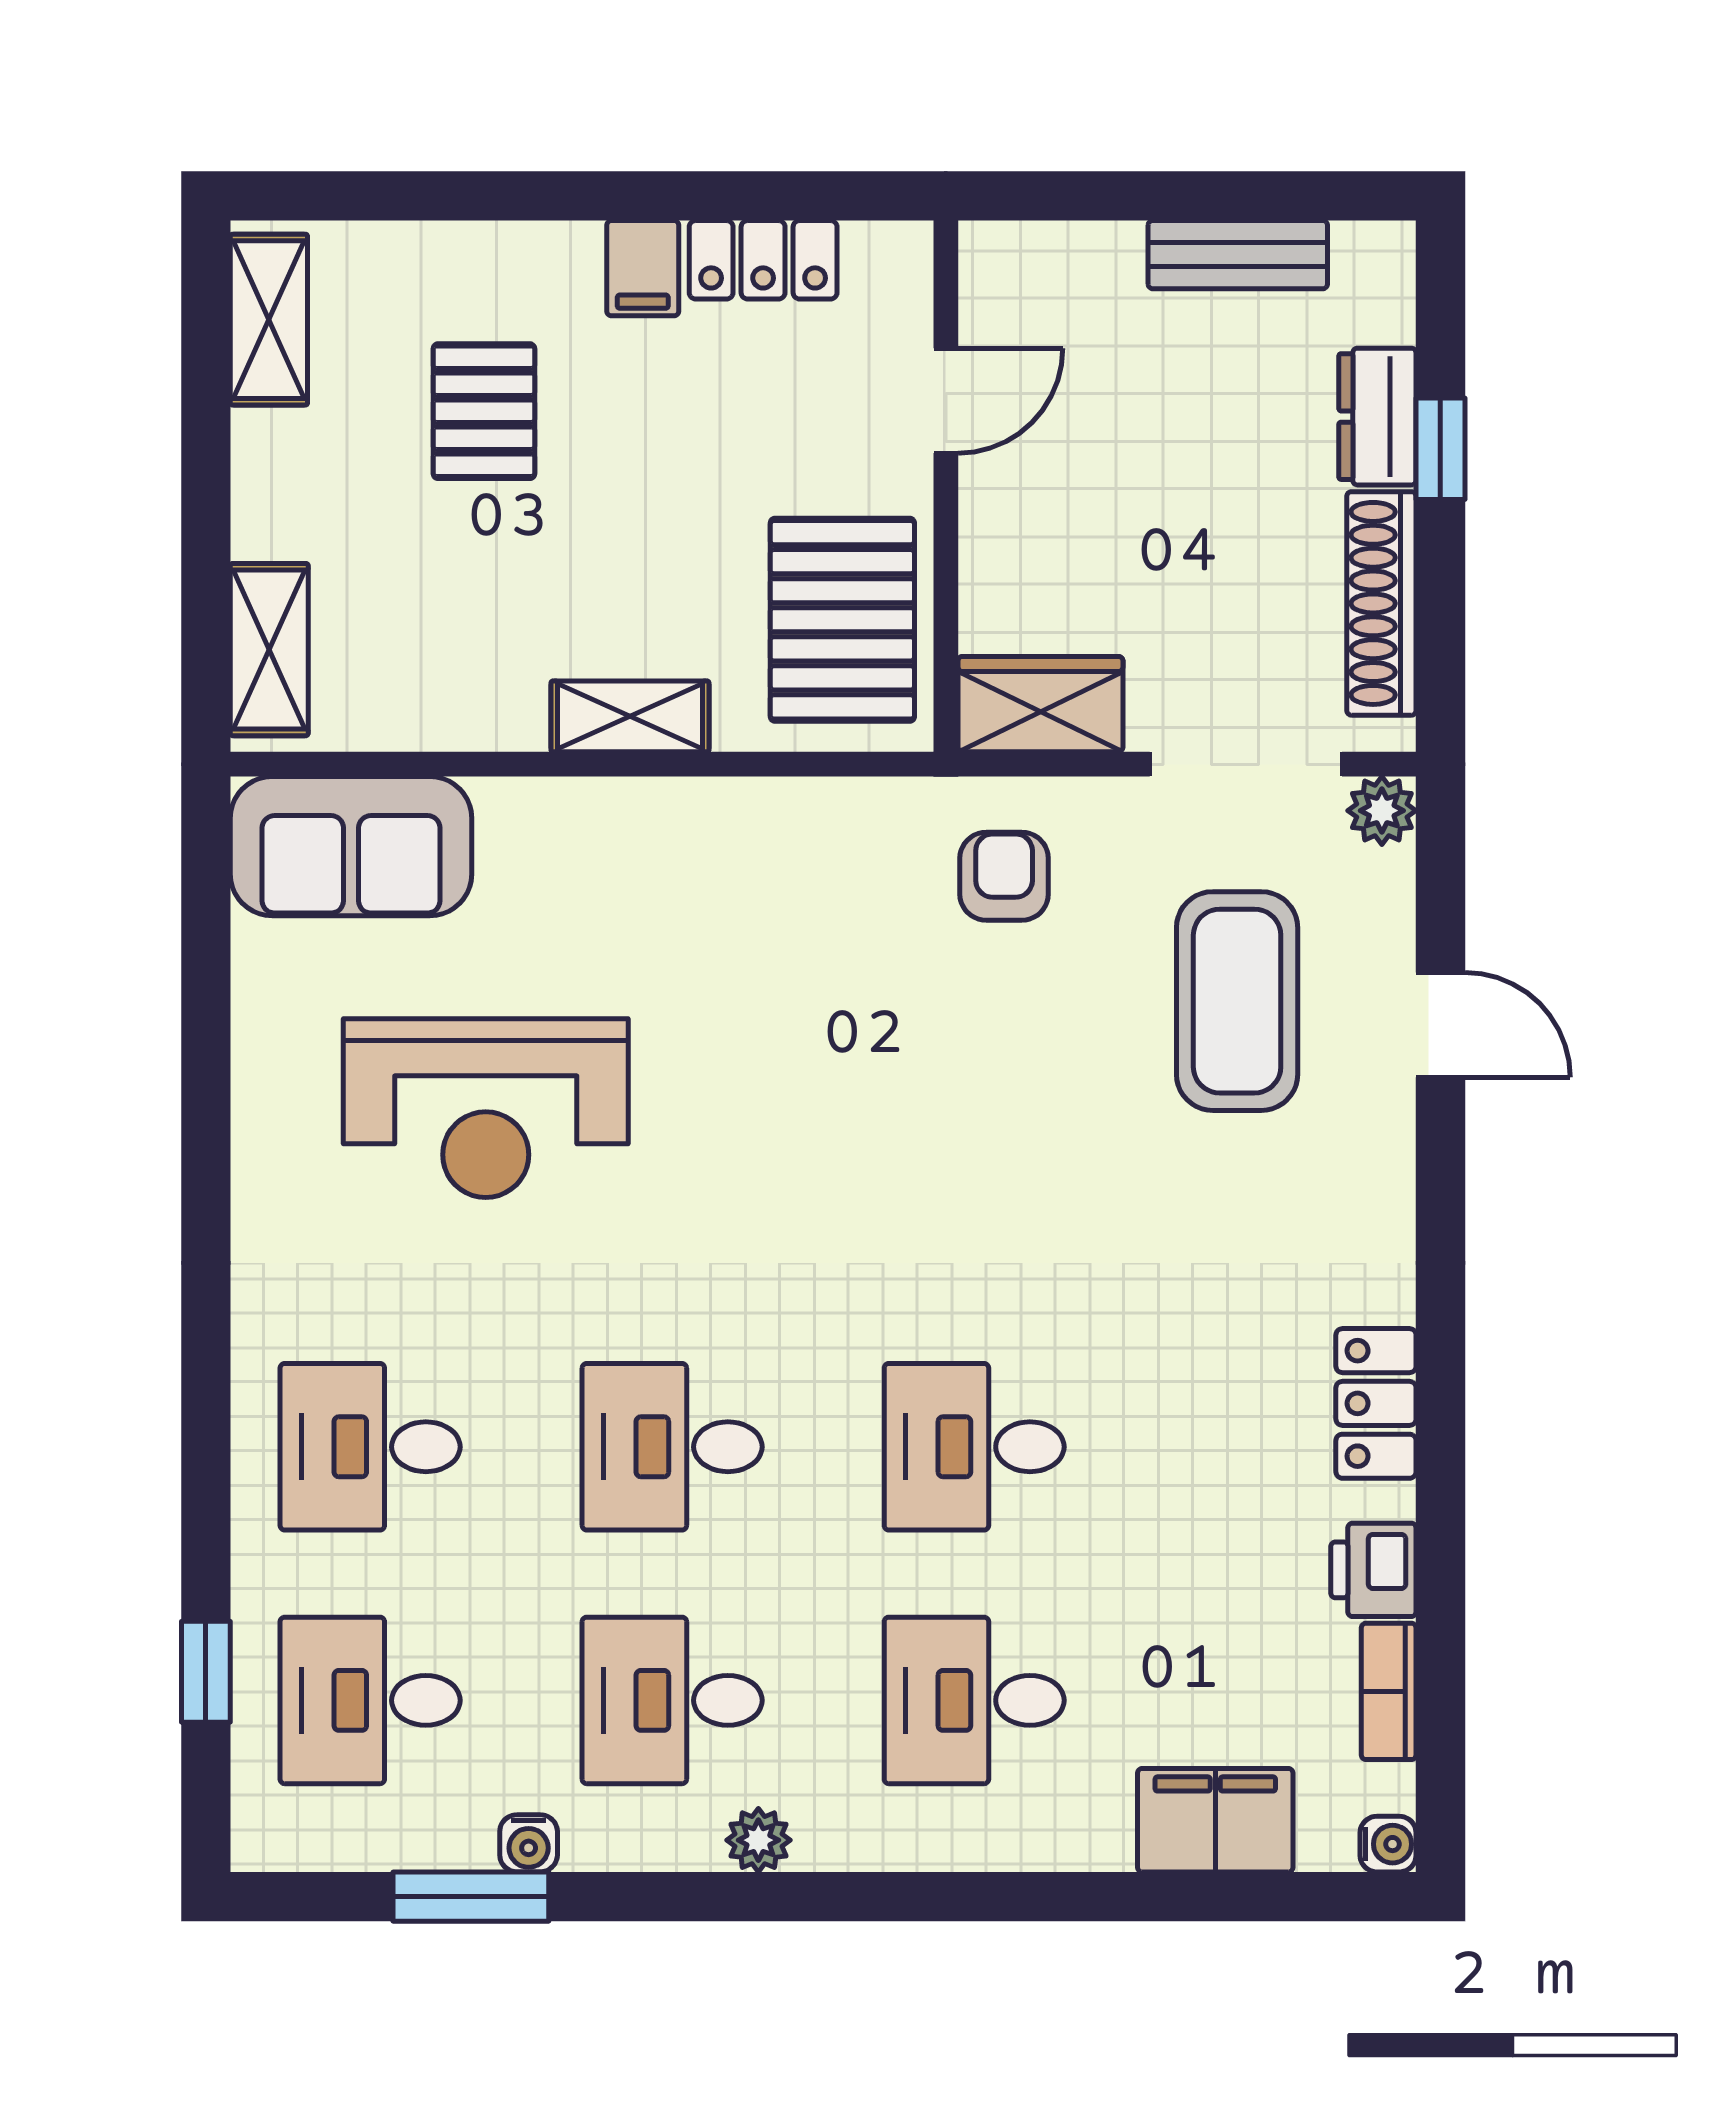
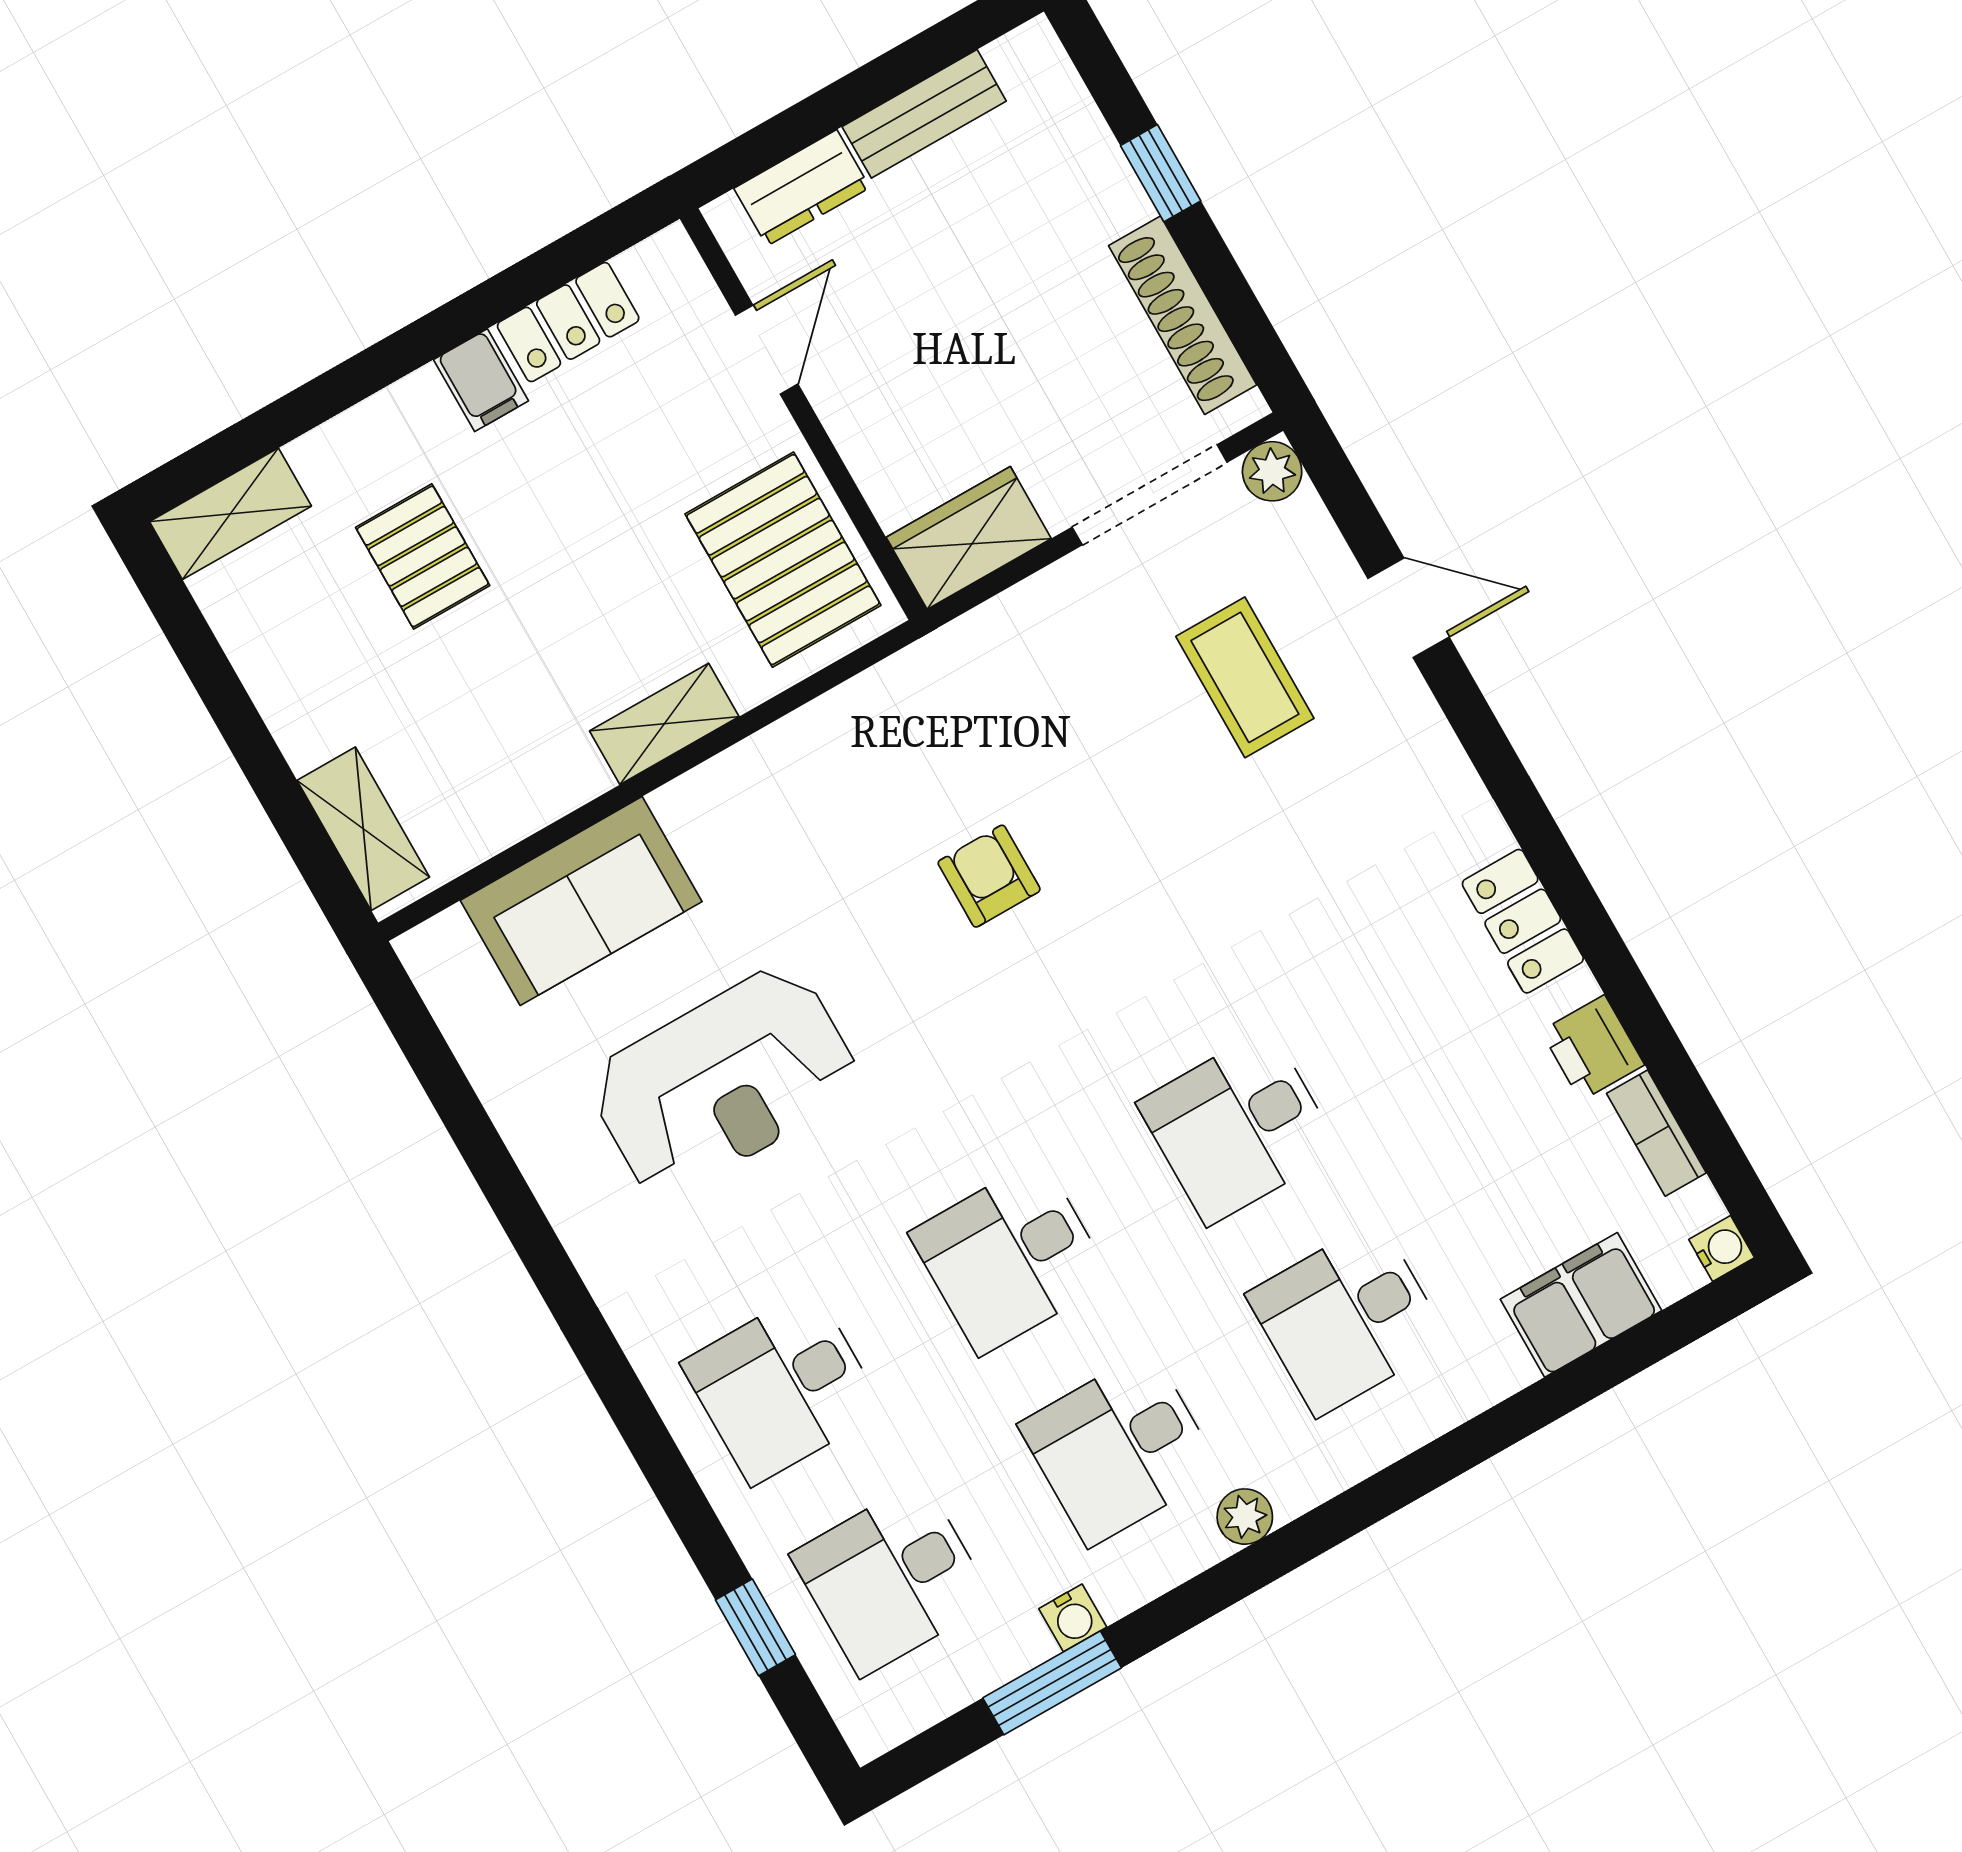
shelving: (269, 320) -> (230, 514), moved, turned 90
dresser: (1377, 417) -> (802, 188), moved, turned -90
sofa: (351, 846) -> (581, 901), moved
armchair: (1004, 876) -> (989, 876), moved
coffee table: (1237, 1001) -> (1245, 677), width x0.73, depth x0.76

